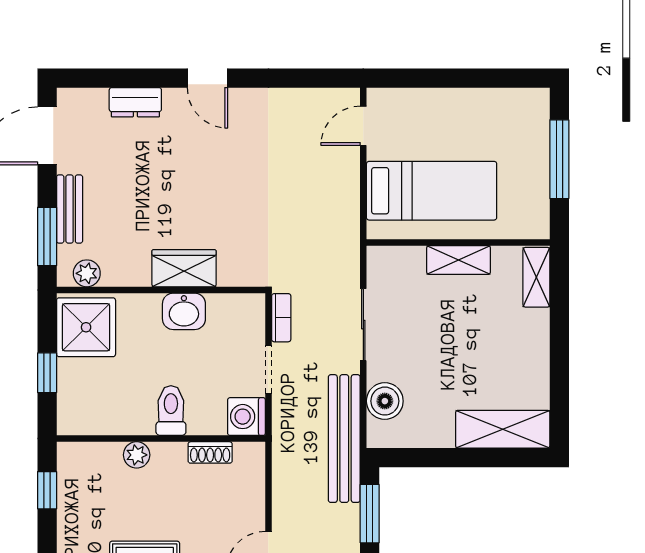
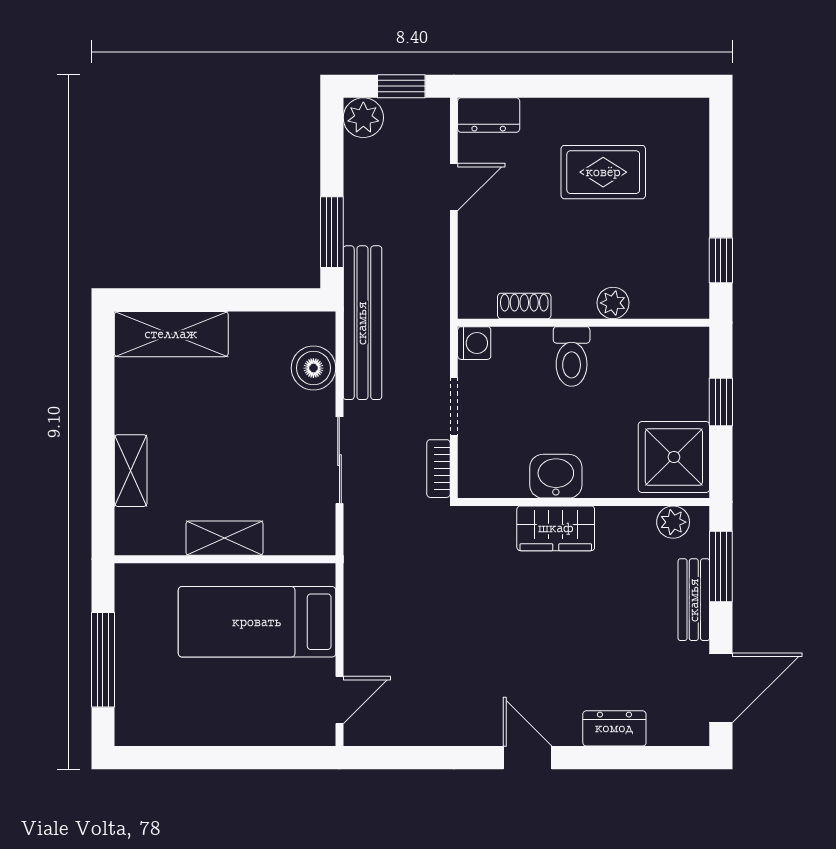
shelving: (536, 277) -> (131, 471), moved
washing machine: (246, 417) -> (474, 343), width x0.73, depth x0.73

